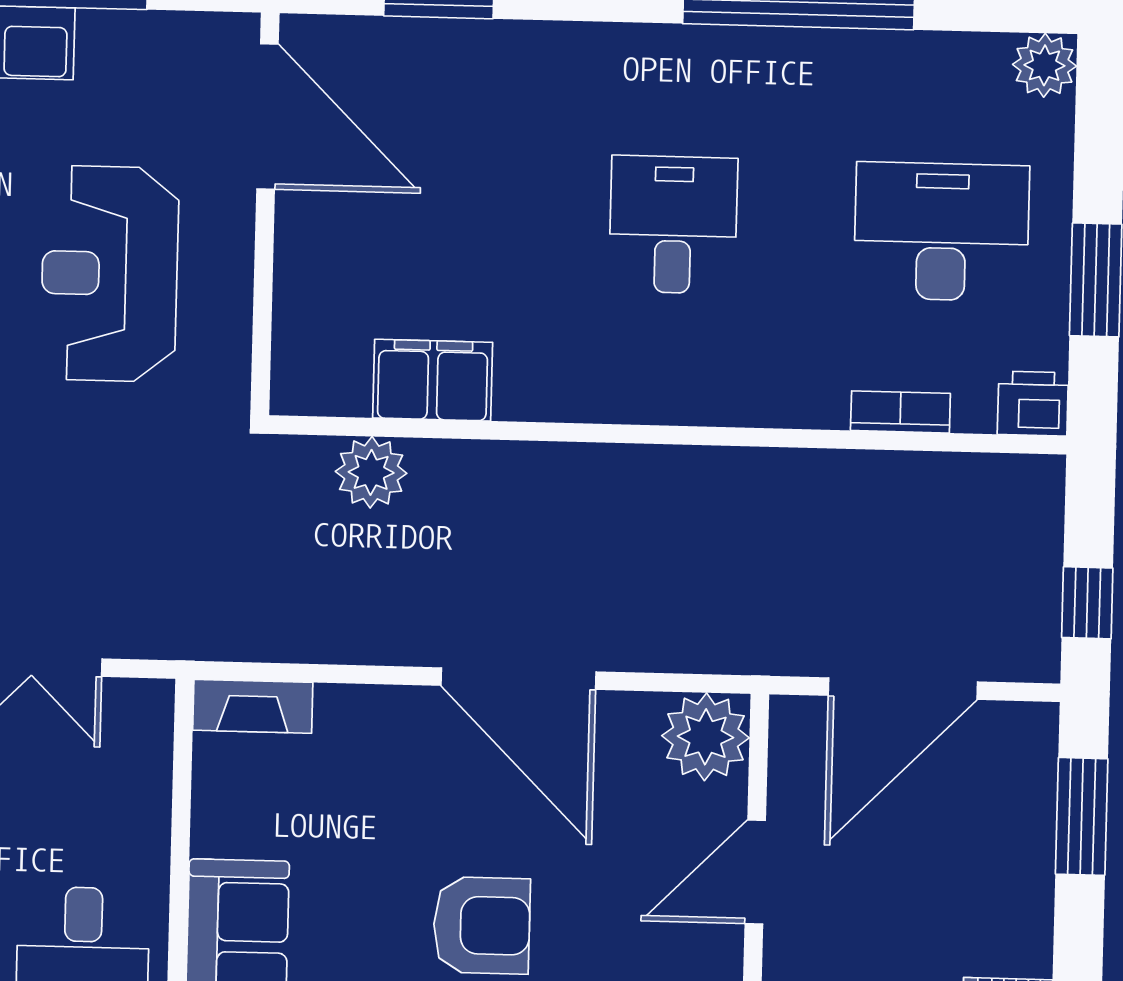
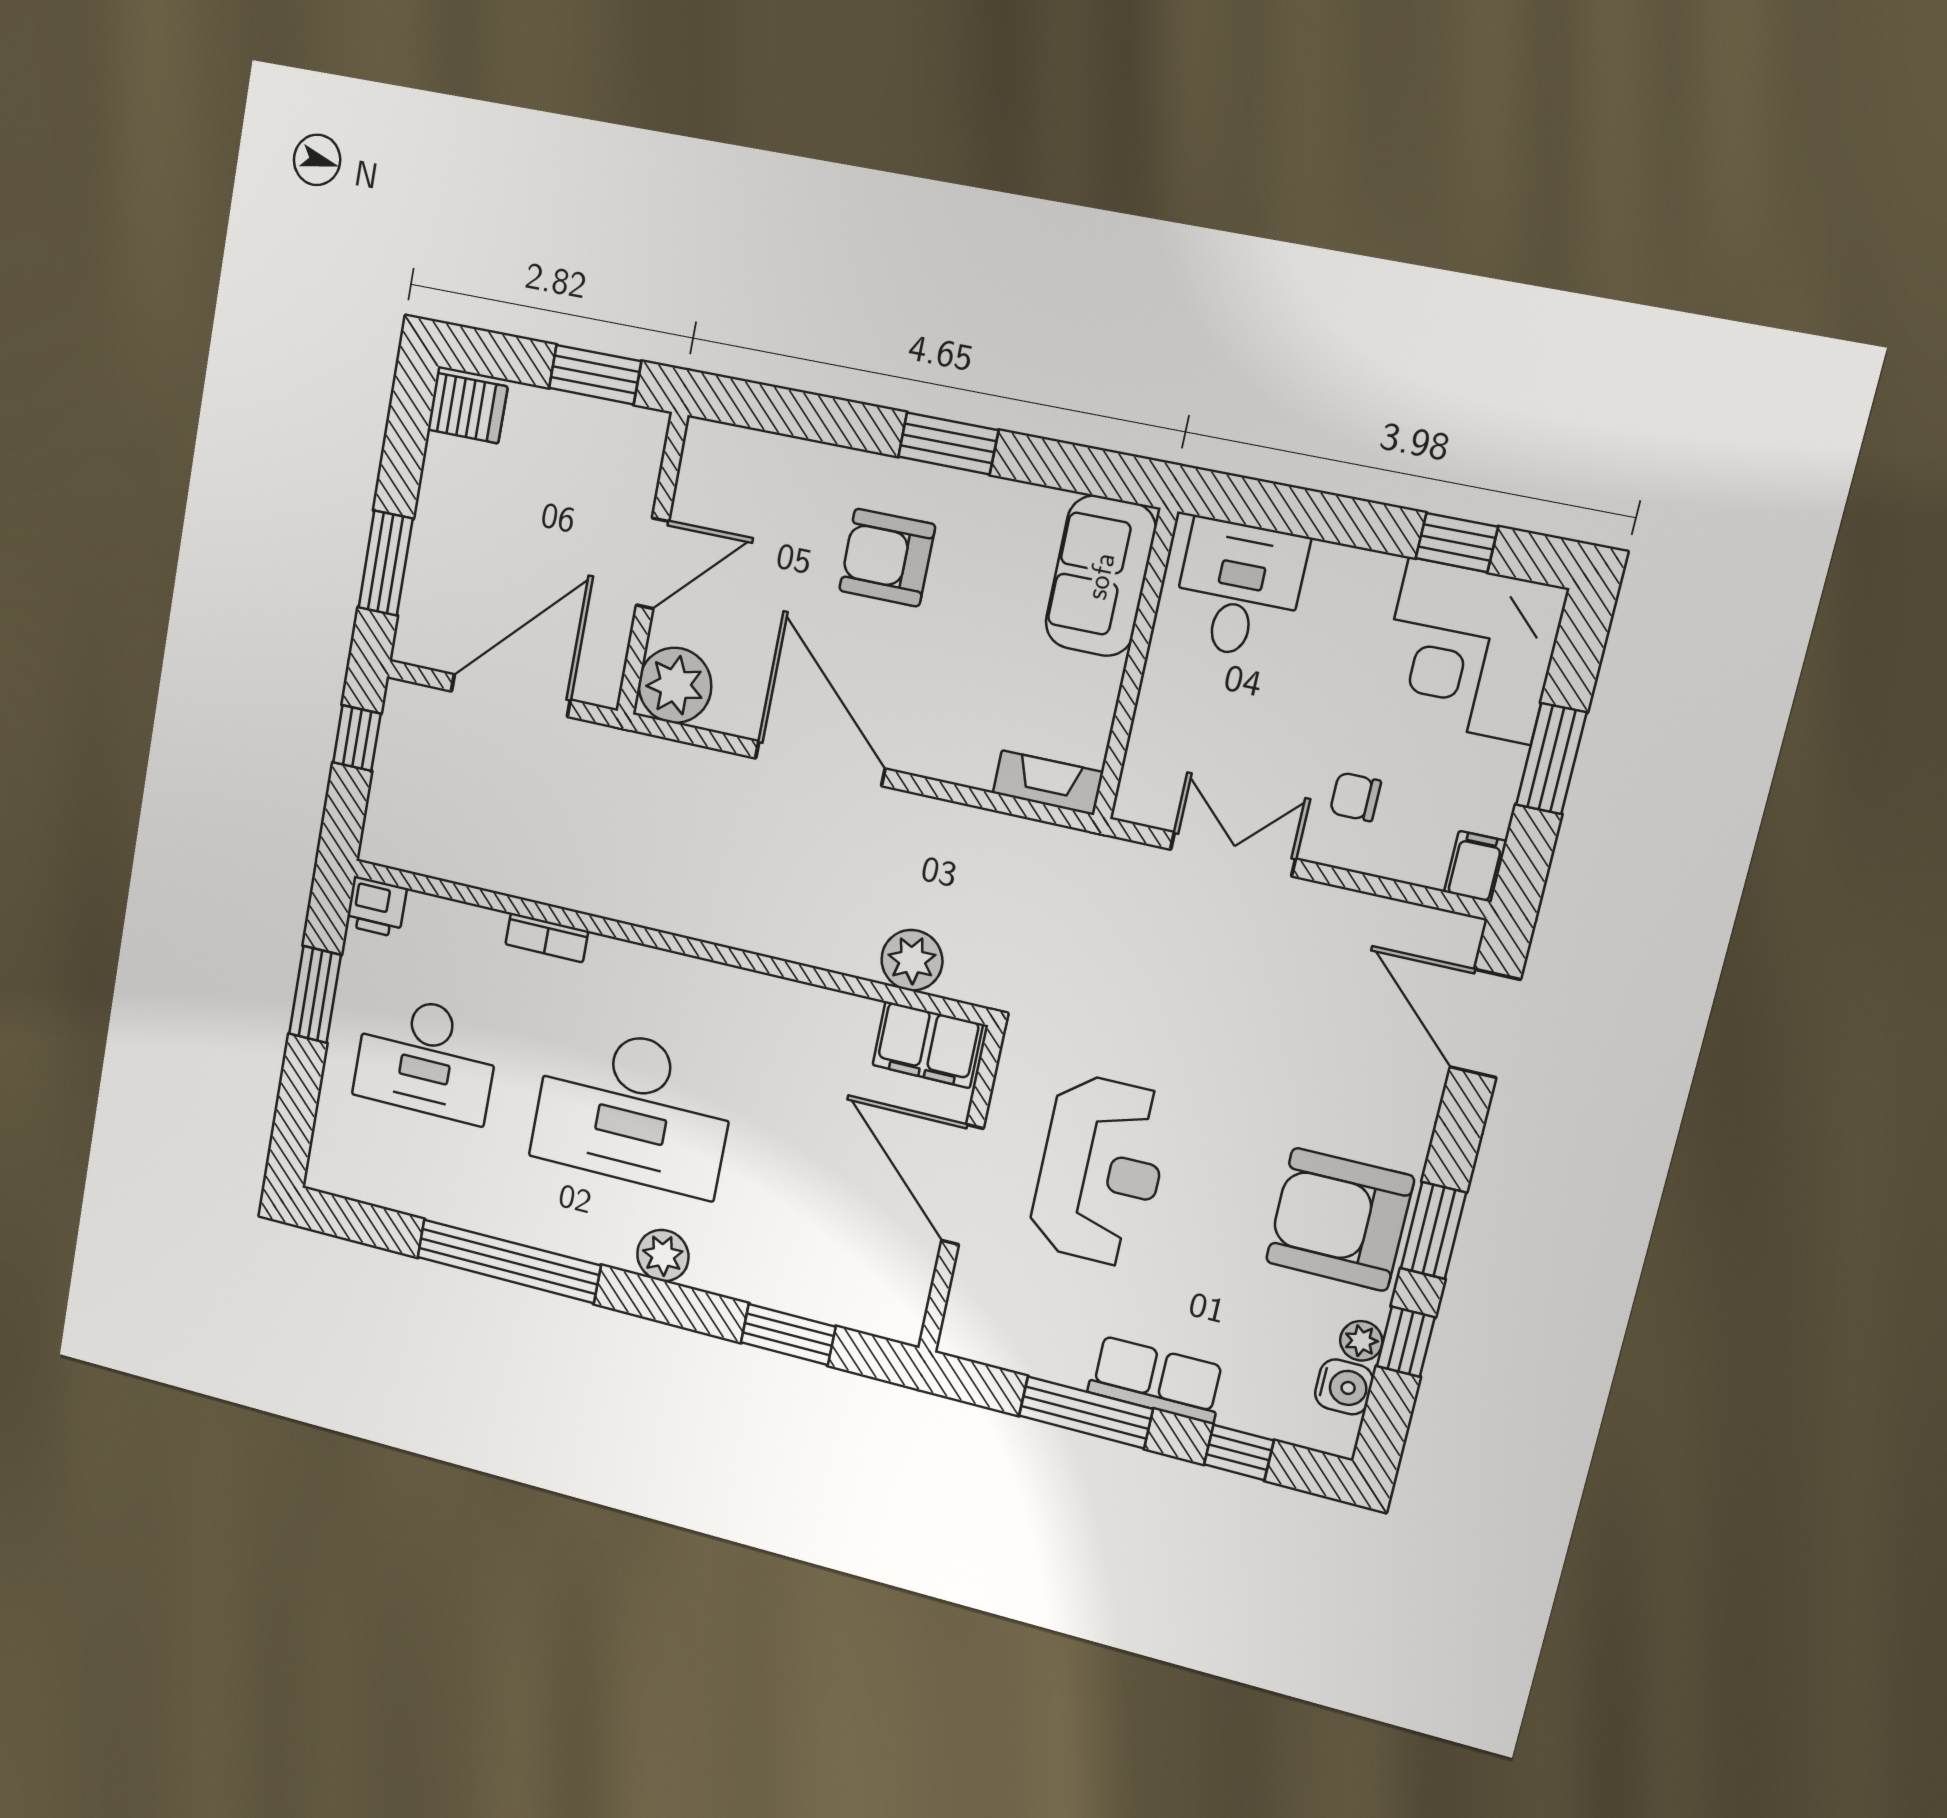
plant: (1044, 65) -> (663, 1255), moved
door: (268, 117) -> (962, 1185), moved
desk: (673, 225) -> (634, 1109), width x1.87, depth x1.30
filing cabinet: (433, 380) -> (928, 1045), moved
bookcase: (900, 412) -> (547, 938), moved

